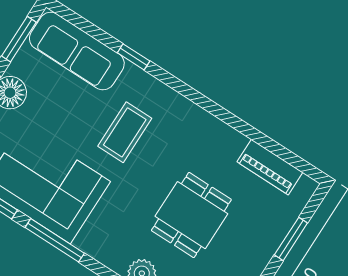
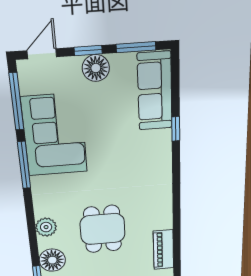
coffee table: (125, 132) -> (124, 158), removed
dining table: (191, 215) -> (103, 229), turned 90

